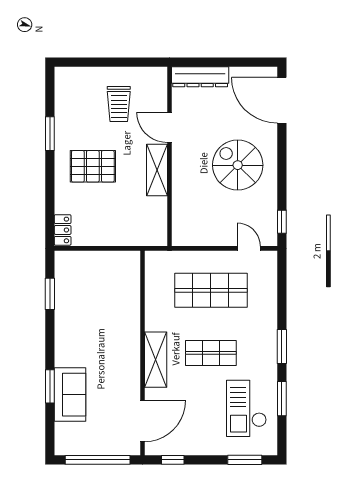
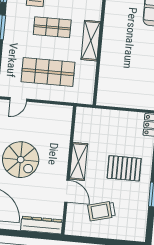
trolley: (119, 104) -> (102, 211), turned -105
door: (249, 248) -> (18, 99), hinge flipped
shelving: (156, 360) -> (91, 41), moved

